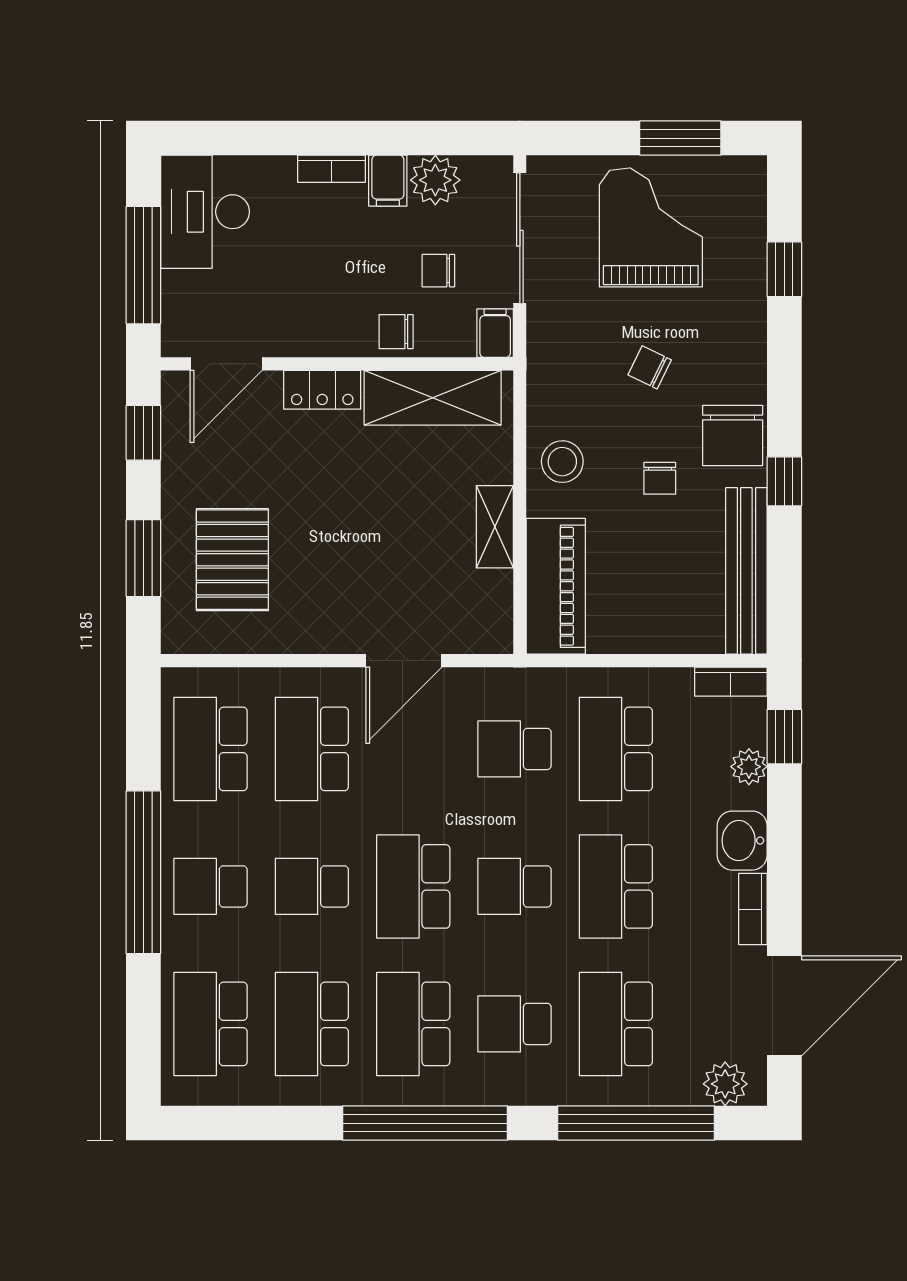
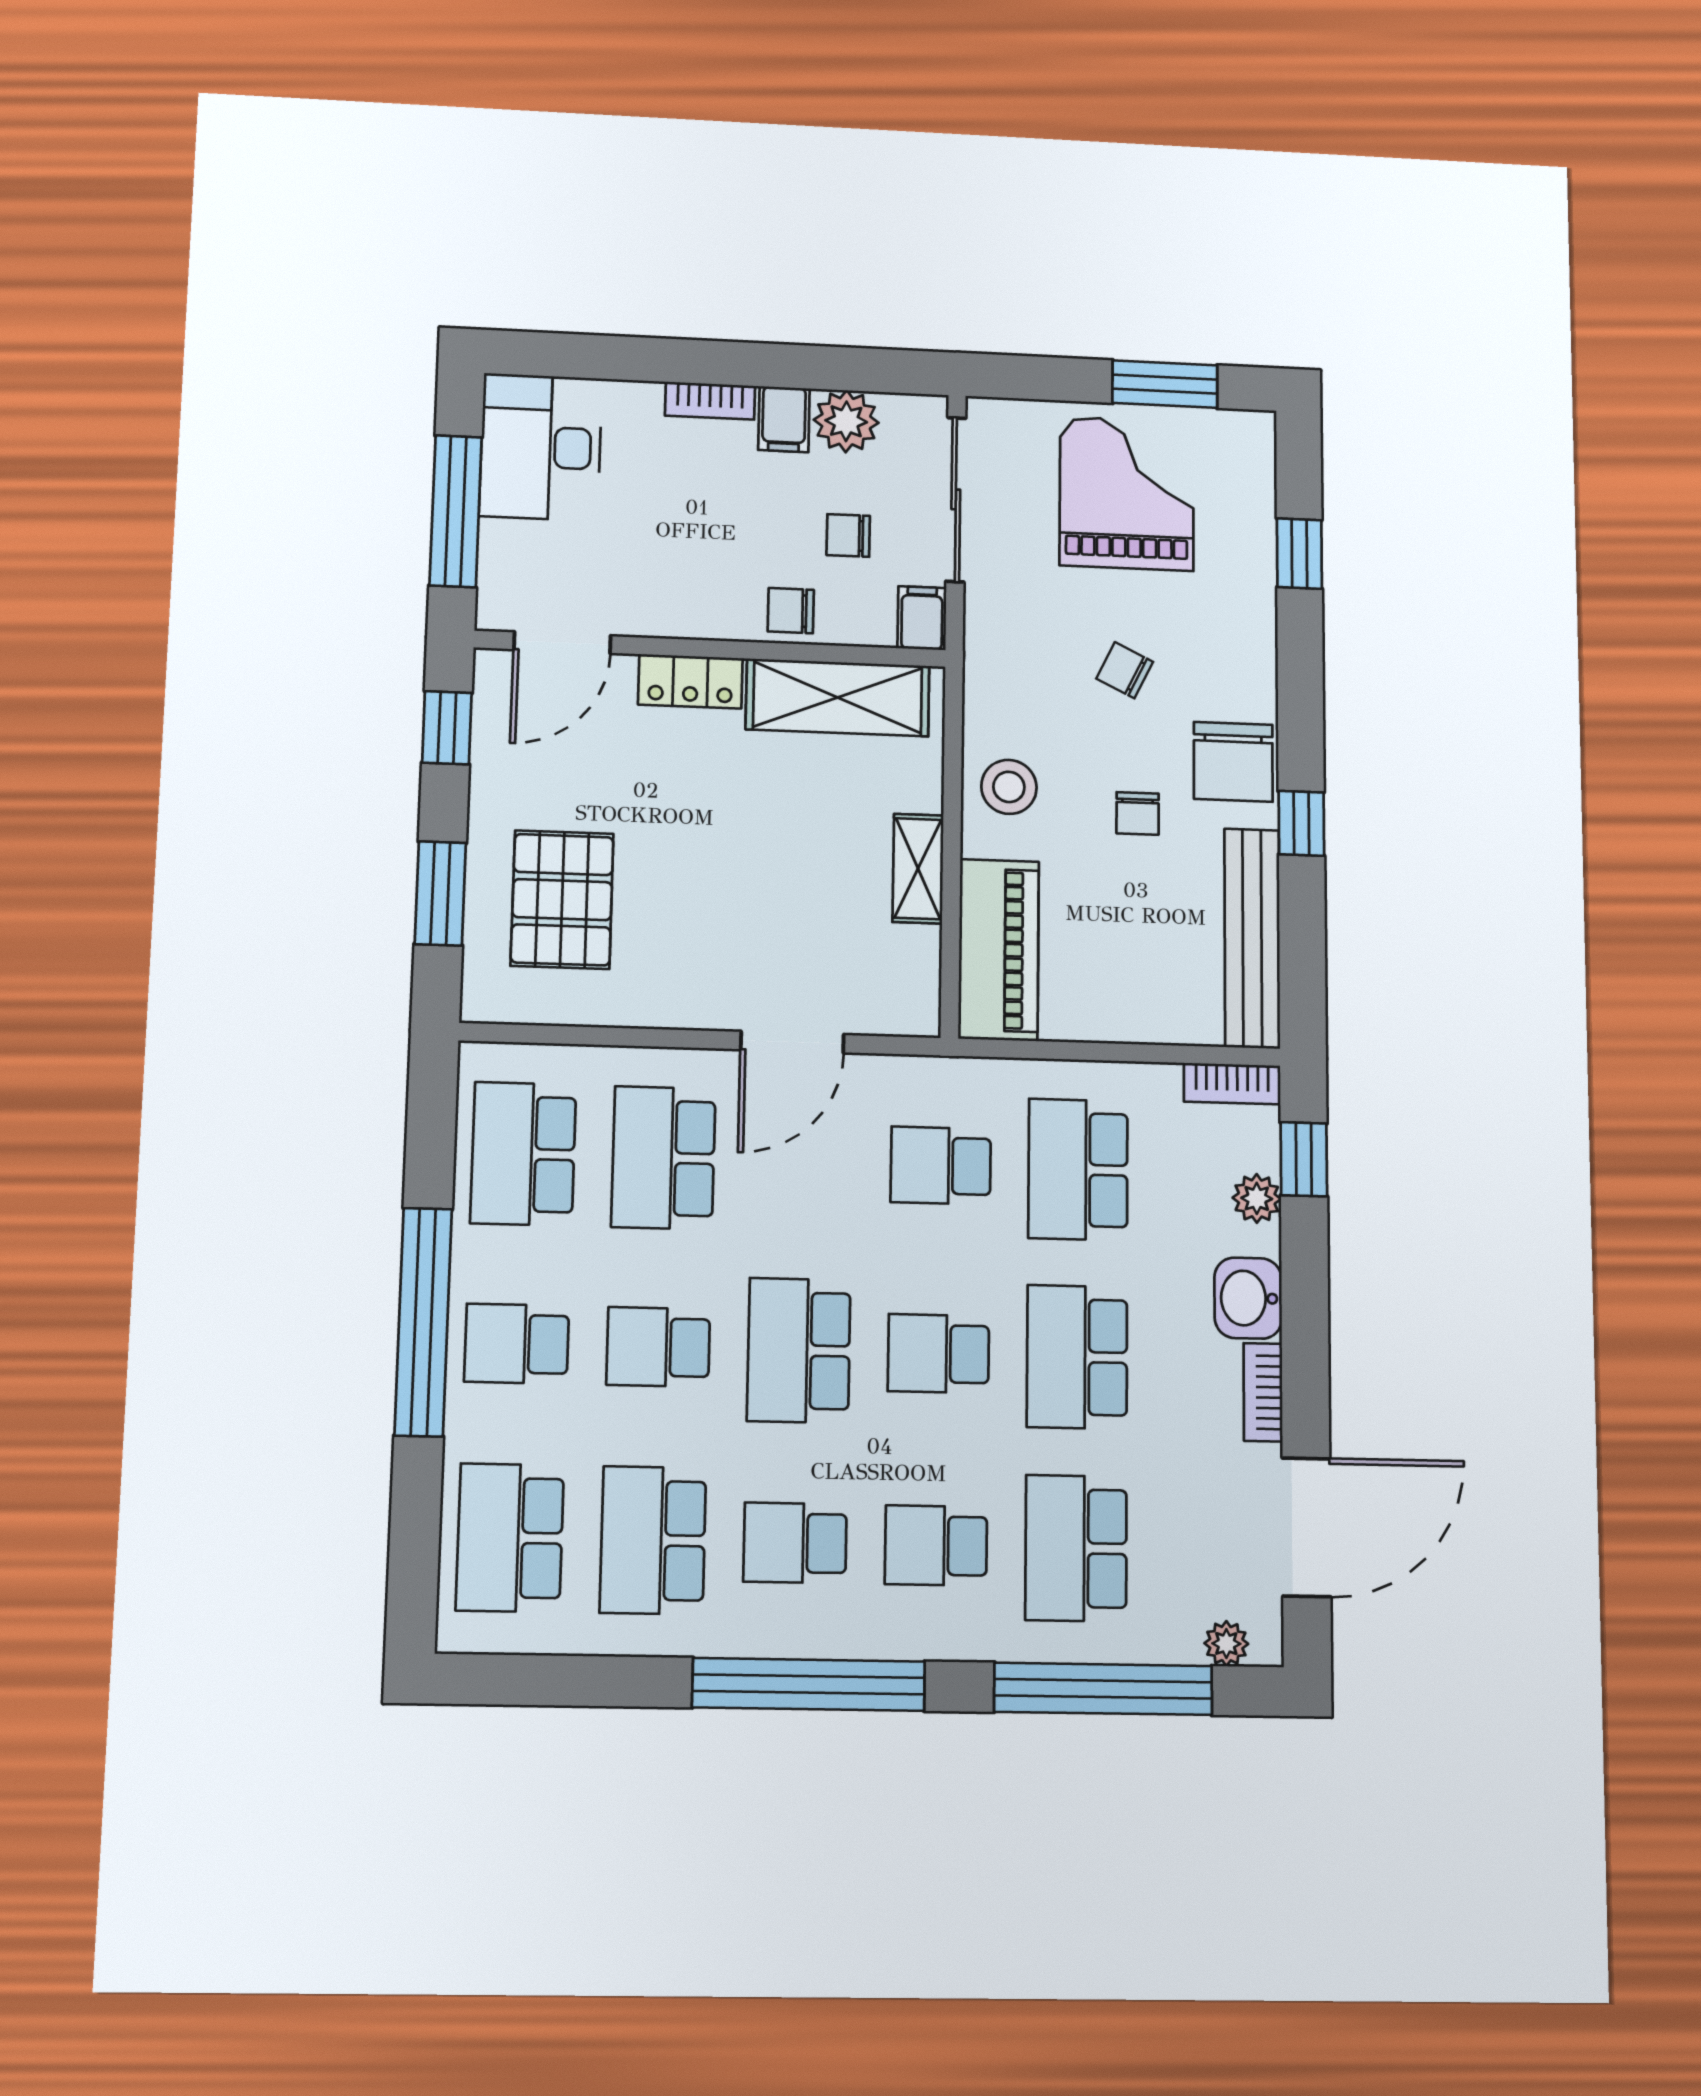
school desk: (413, 1024) -> (795, 1543), width x0.54
plant: (725, 1084) -> (1226, 1644), width x0.73, depth x0.73

